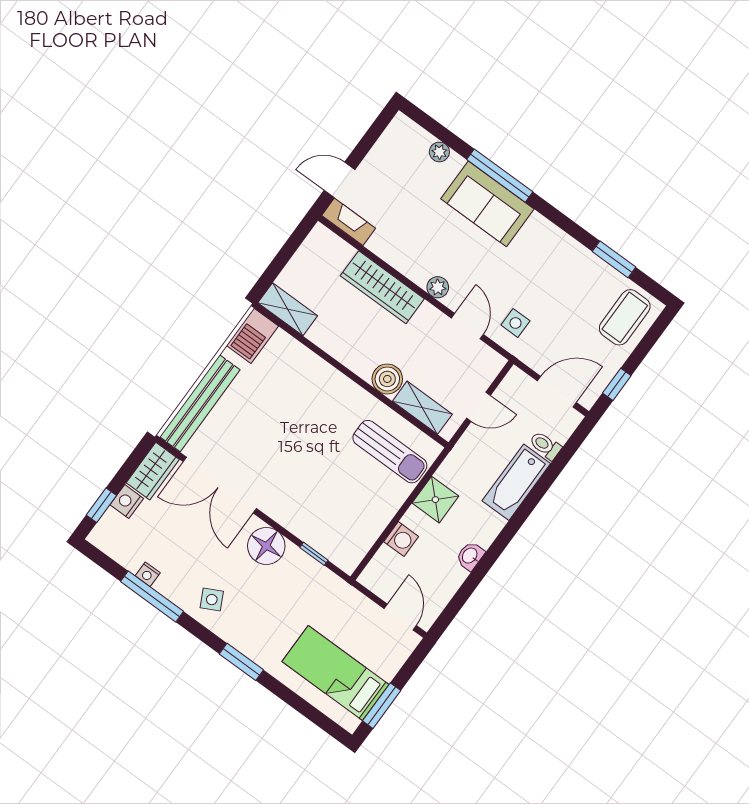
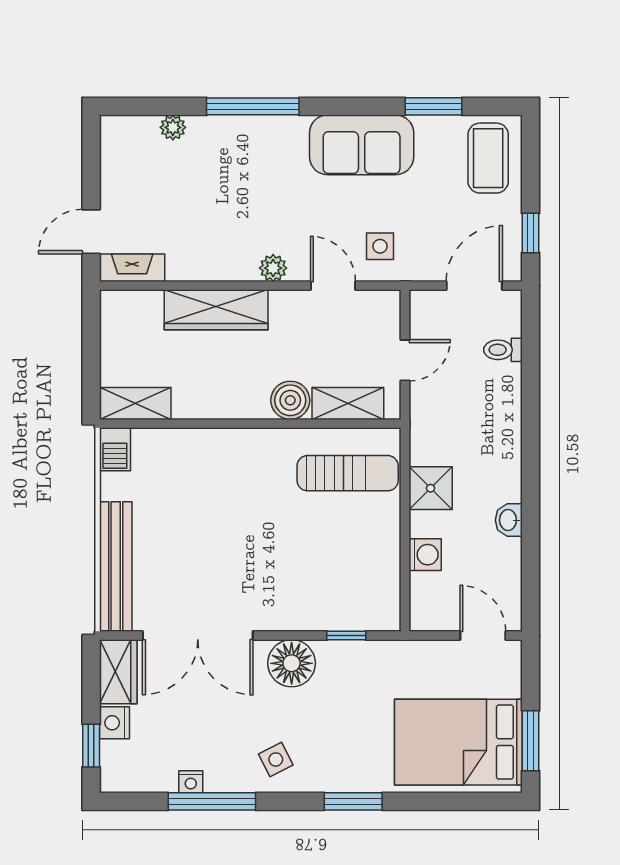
sofa: (487, 204) -> (362, 145), moved
barbecue: (252, 336) -> (115, 449), width x0.73, depth x0.79
bathtub: (516, 482) -> (501, 409), removed
bed: (335, 673) -> (458, 742), width x1.50

